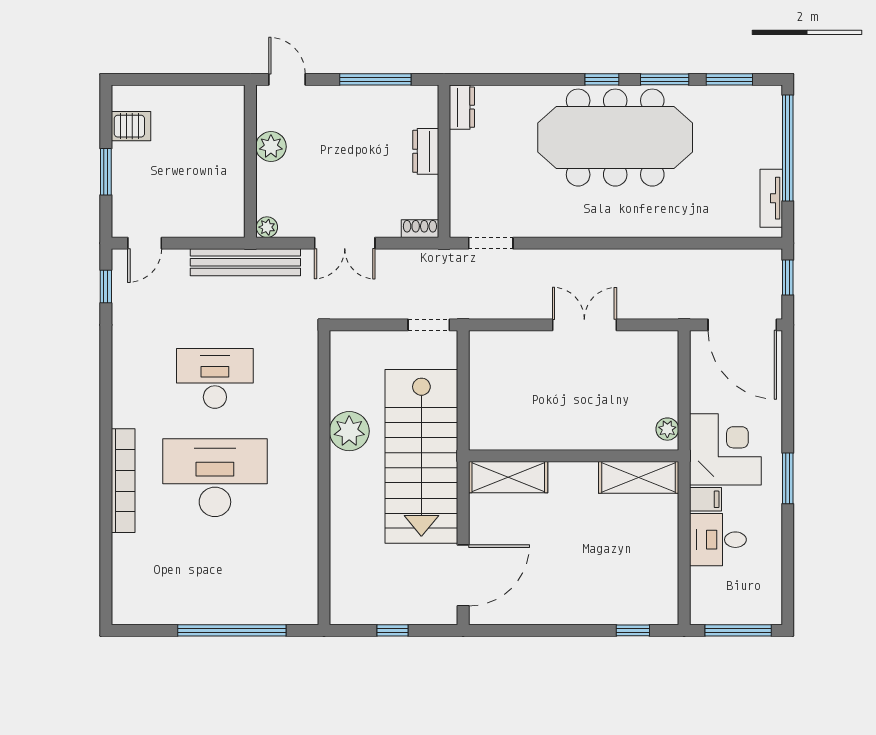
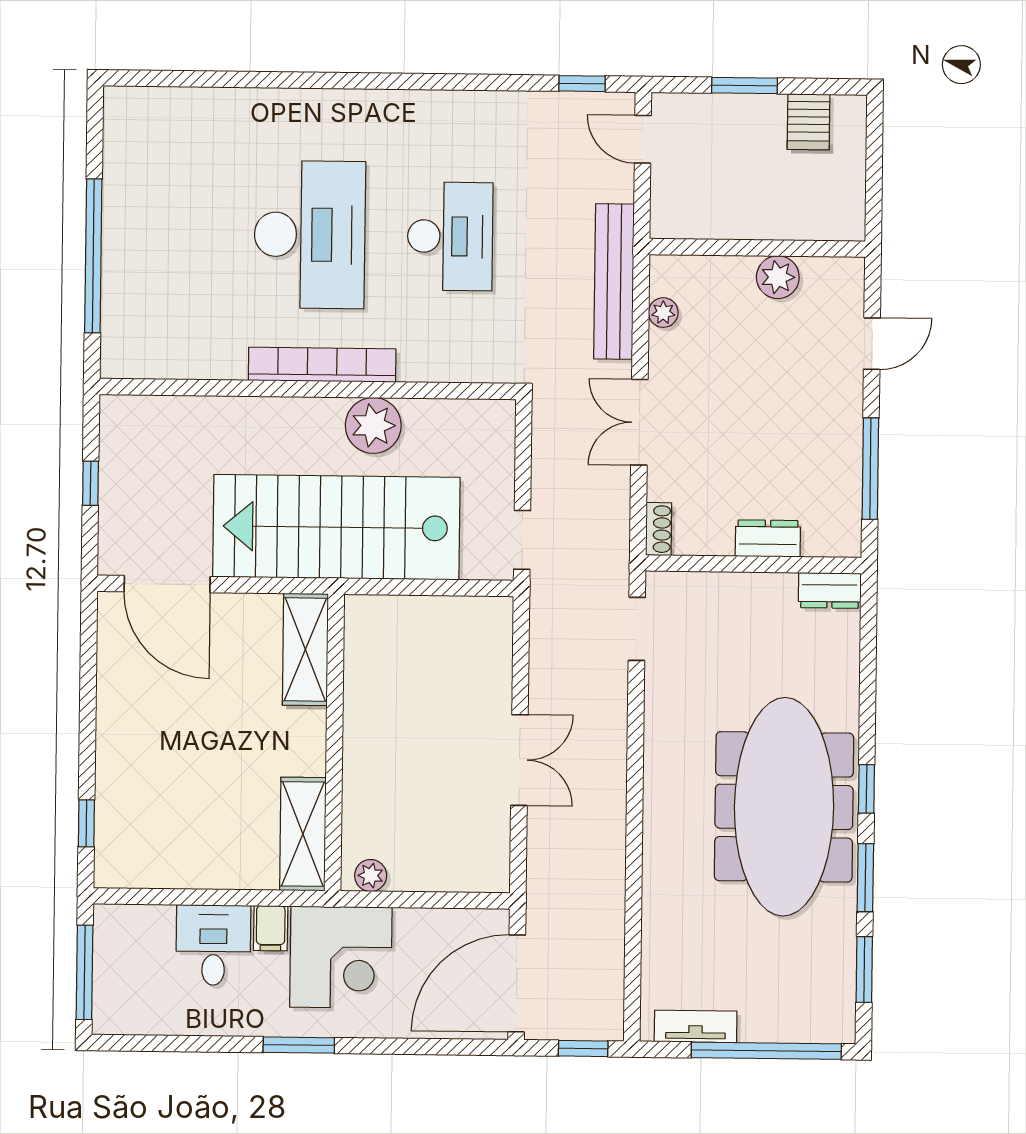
plant: (271, 147) -> (778, 277), moved
wall: (250, 161) -> (757, 248), moved
bookcase: (123, 481) -> (322, 365), moved, turned 180

